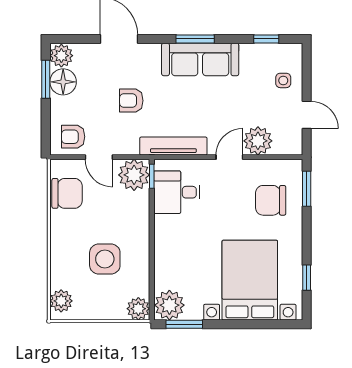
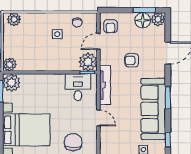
sofa: (200, 59) -> (153, 109), width x1.36, depth x1.27
armchair: (131, 101) -> (132, 60), turned -90
armchair: (73, 137) -> (110, 26), turned 180
plant: (258, 141) -> (108, 135), removed
chair: (67, 193) -> (77, 23), width x0.54, depth x0.54
side table: (105, 259) -> (57, 34), moved, width x0.54, depth x0.54

